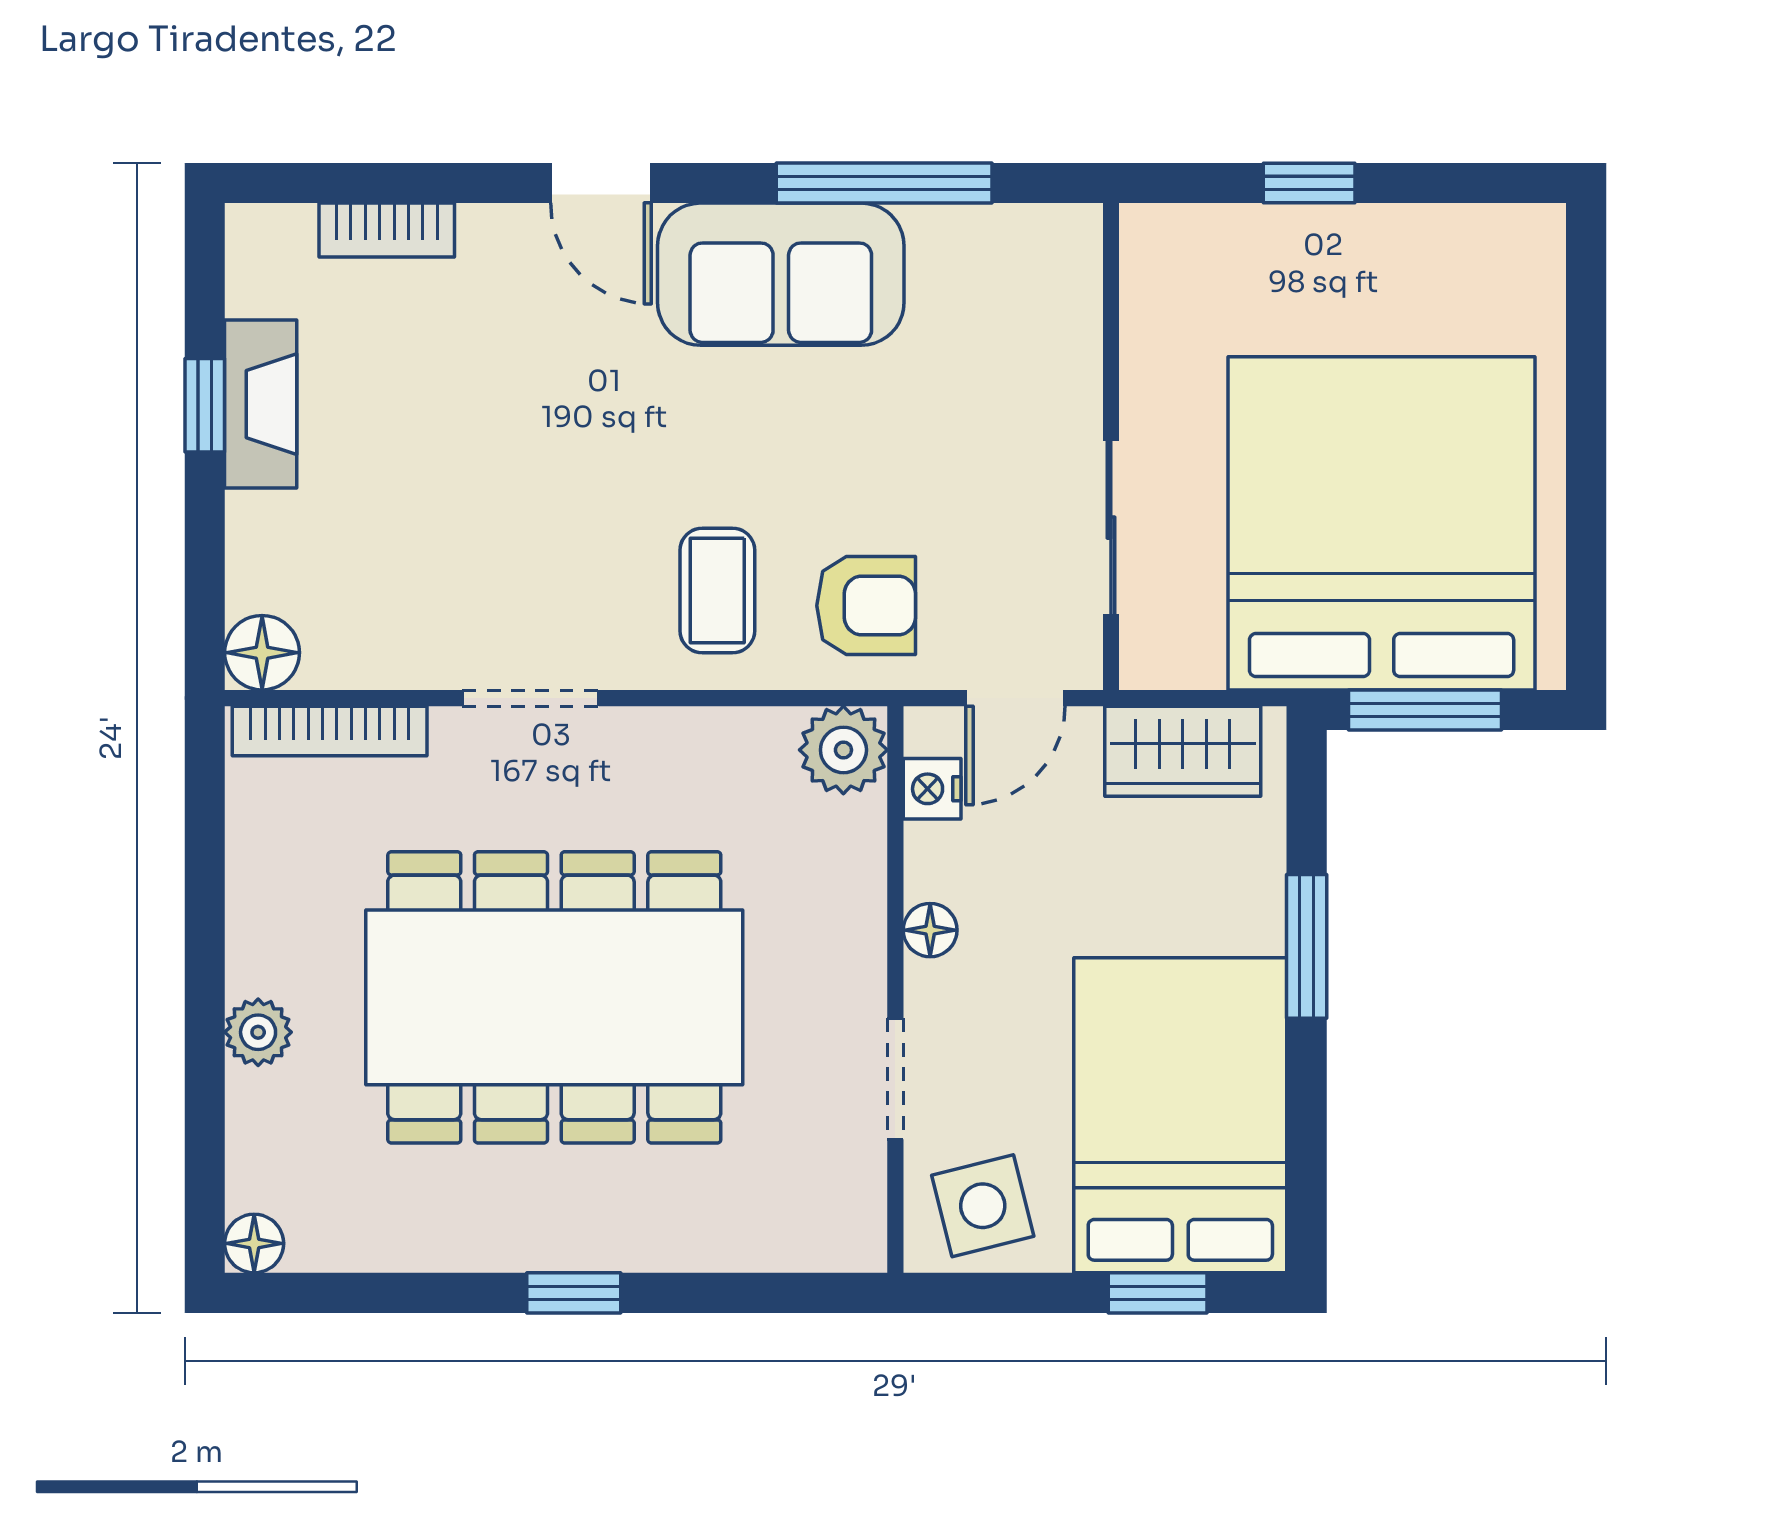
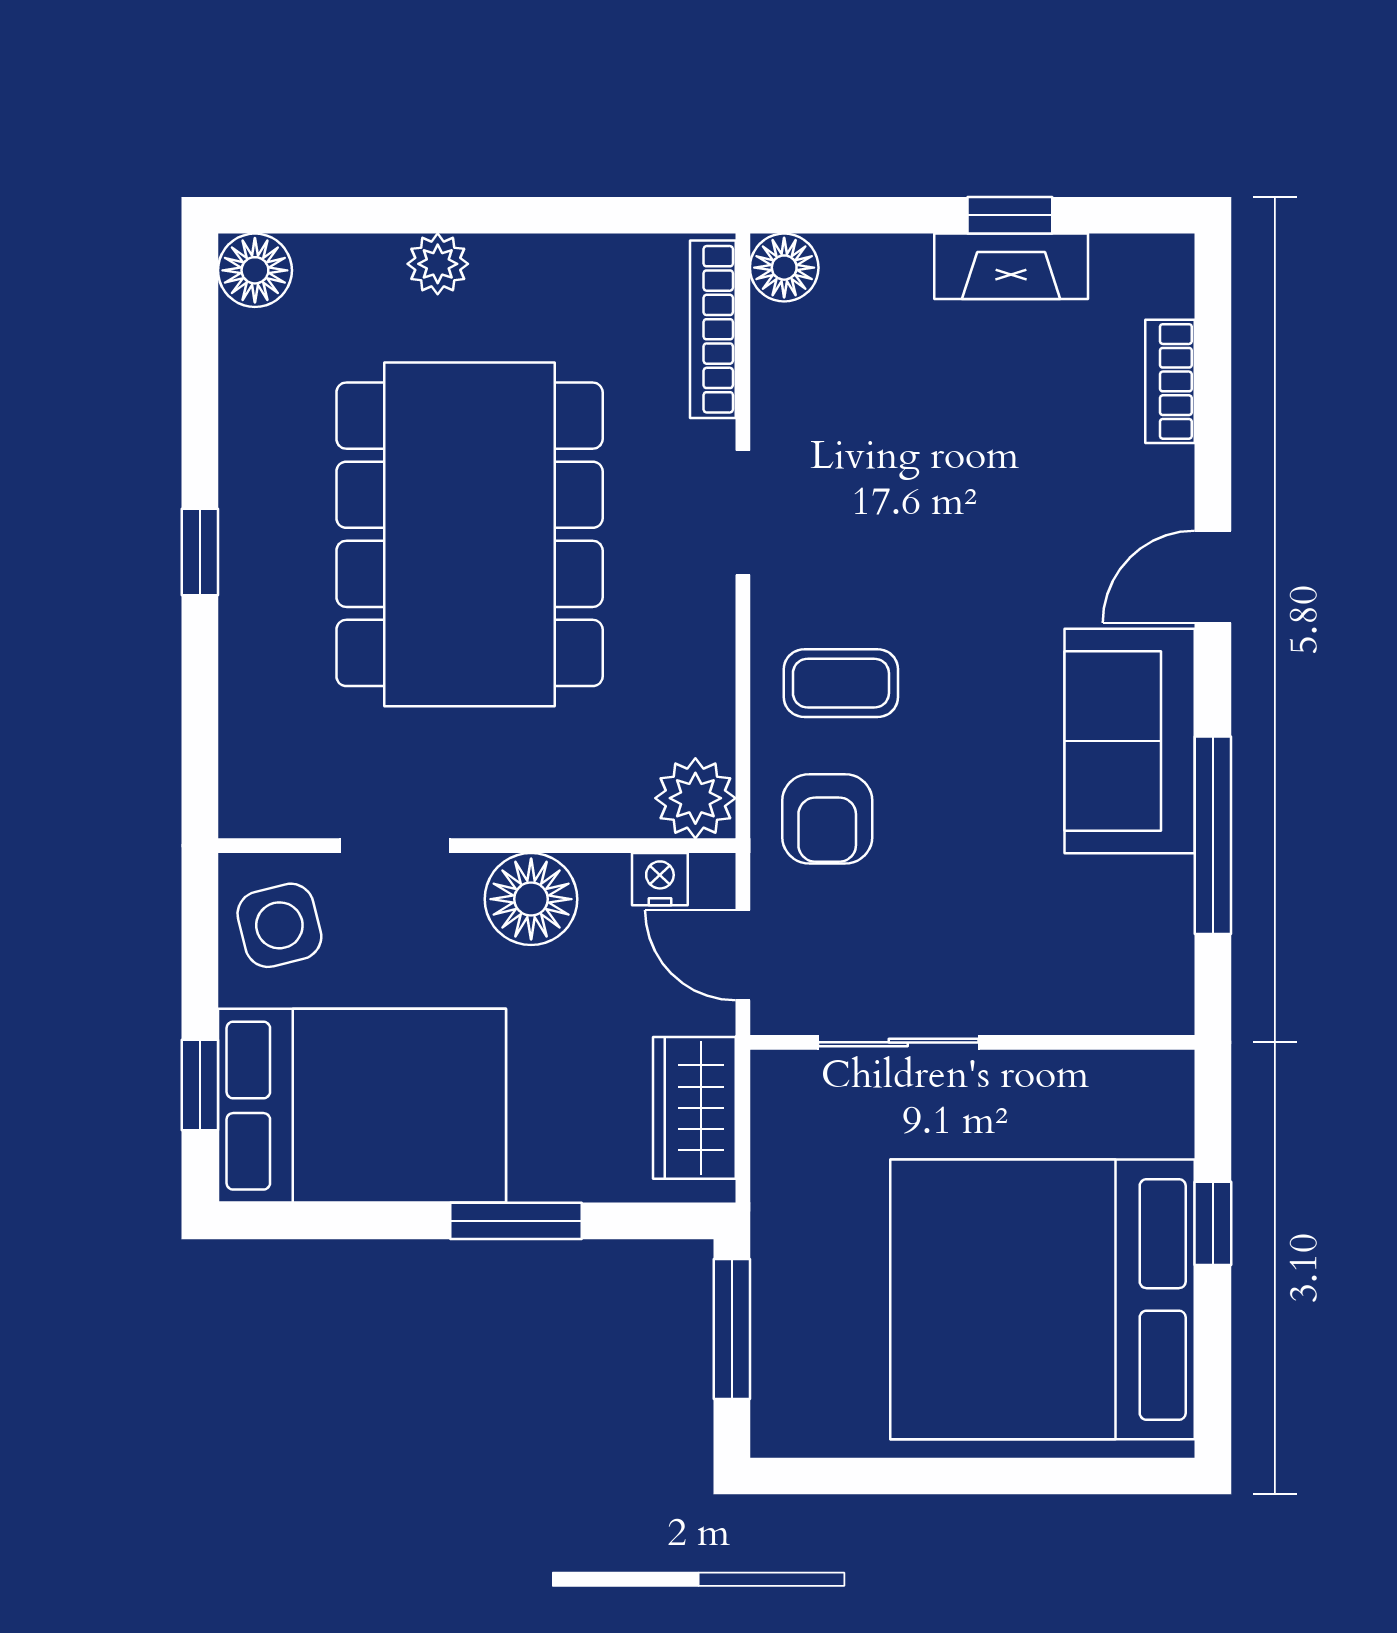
bed: (1382, 523) -> (1042, 1299), moved, turned 180
floor lamp: (930, 930) -> (531, 899), width x1.89, depth x1.89
floor lamp: (254, 1243) -> (255, 270), width x1.37, depth x1.37

